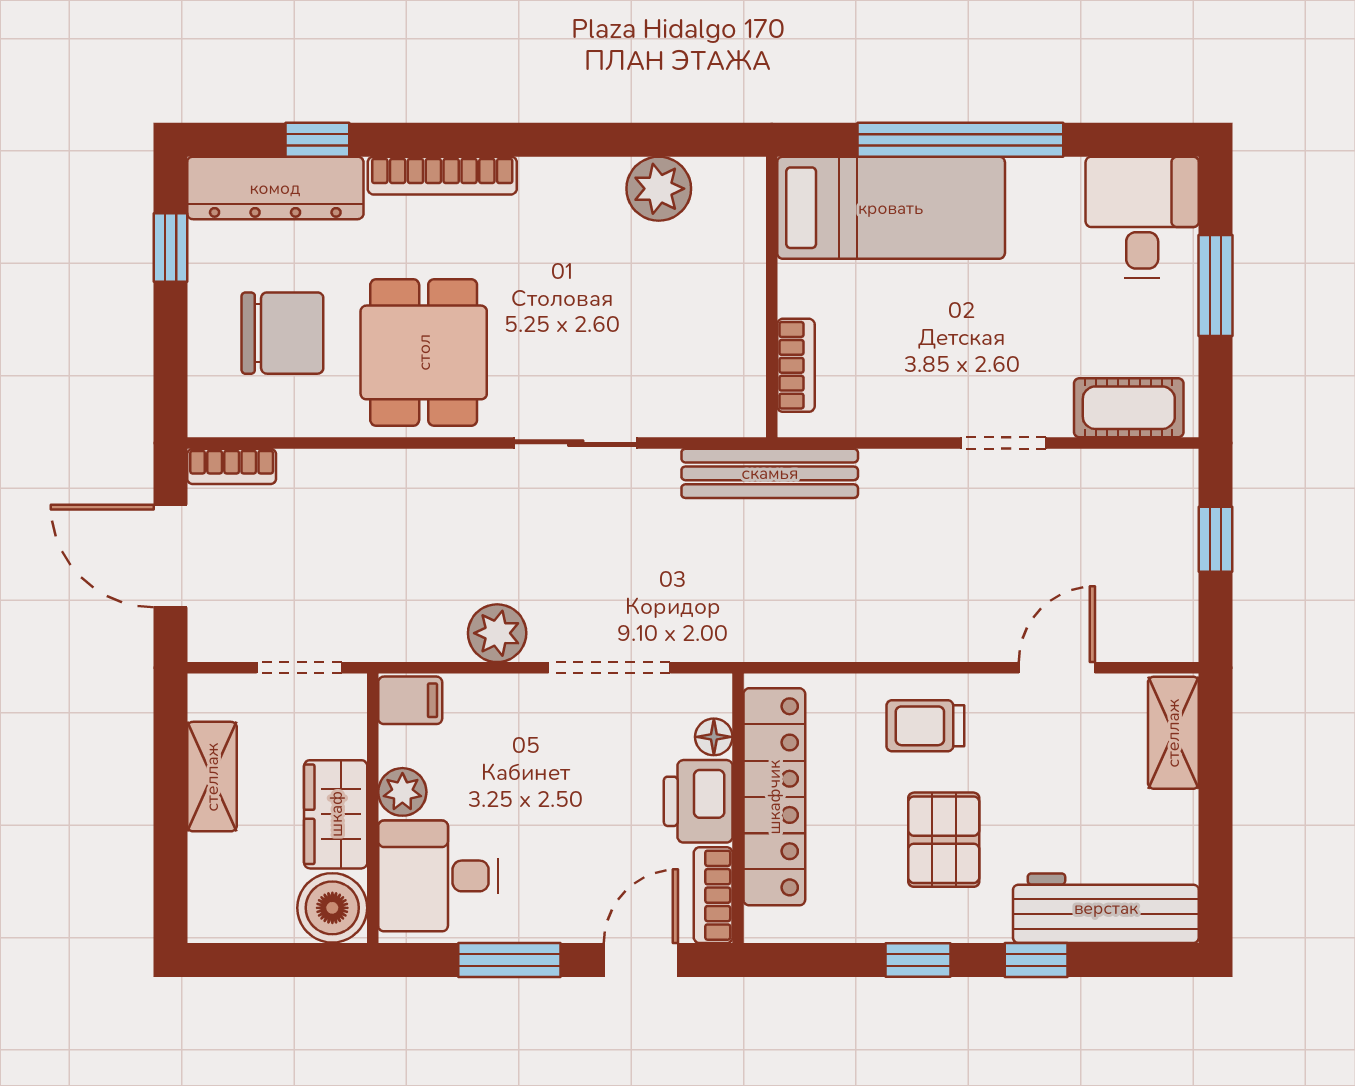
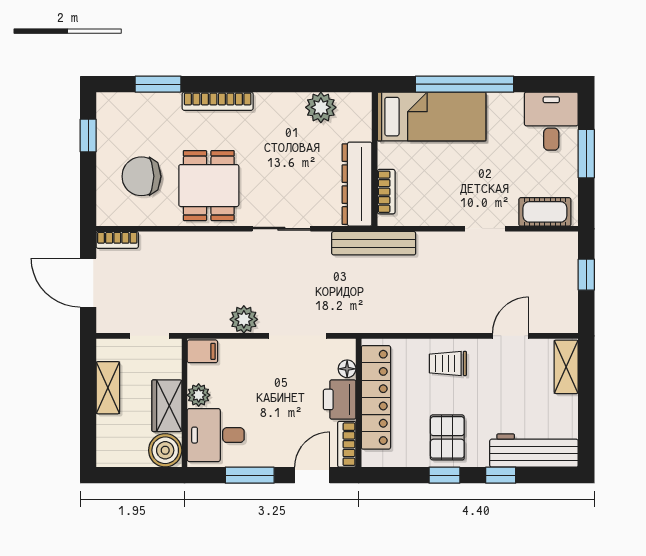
window: (317, 140) -> (158, 84), width x1.50
dresser: (275, 188) -> (357, 184), moved, turned 90
chair: (282, 333) -> (141, 176), turned 180
pallet: (944, 840) -> (447, 437), moved

